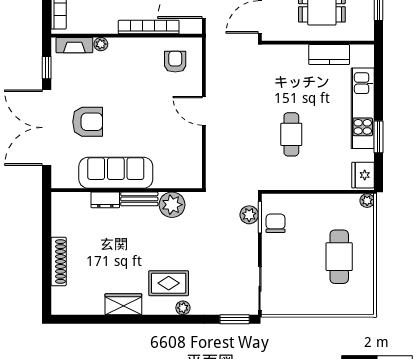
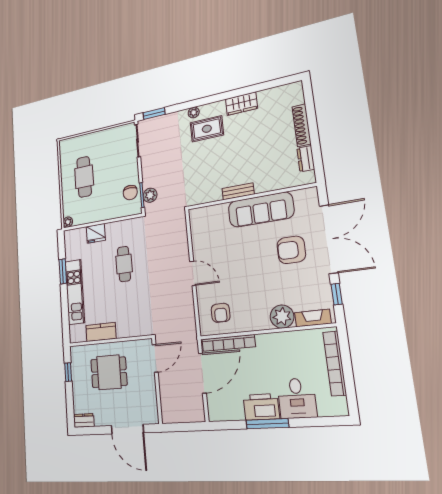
bookcase: (149, 27) -> (228, 343), moved
plant: (101, 44) -> (282, 317), width x1.88, depth x1.88
fridge: (363, 175) -> (96, 233), moved, turned 90
dresser: (105, 200) -> (306, 159), moved, turned -90
plant: (172, 205) -> (211, 192), removed

